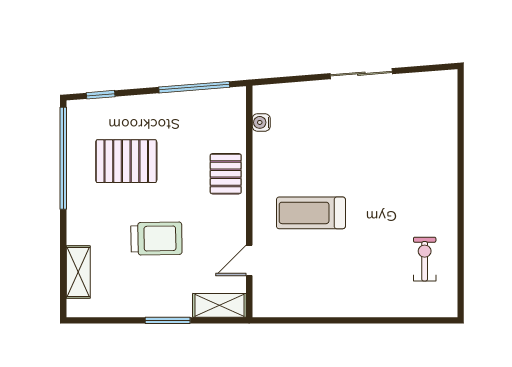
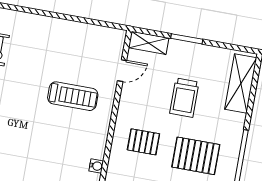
pallet: (226, 174) -> (143, 142), moved, turned 90
trolley: (156, 239) -> (184, 98), turned -89
shelving: (78, 272) -> (241, 84), width x1.50, depth x1.33

